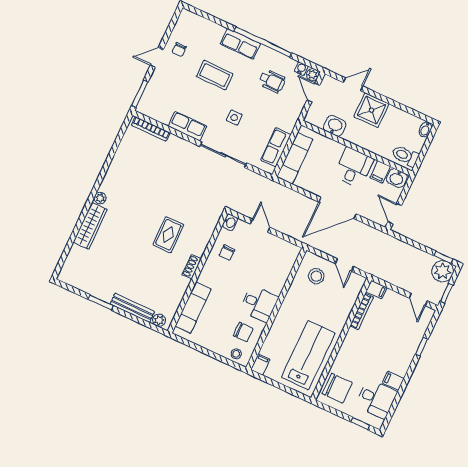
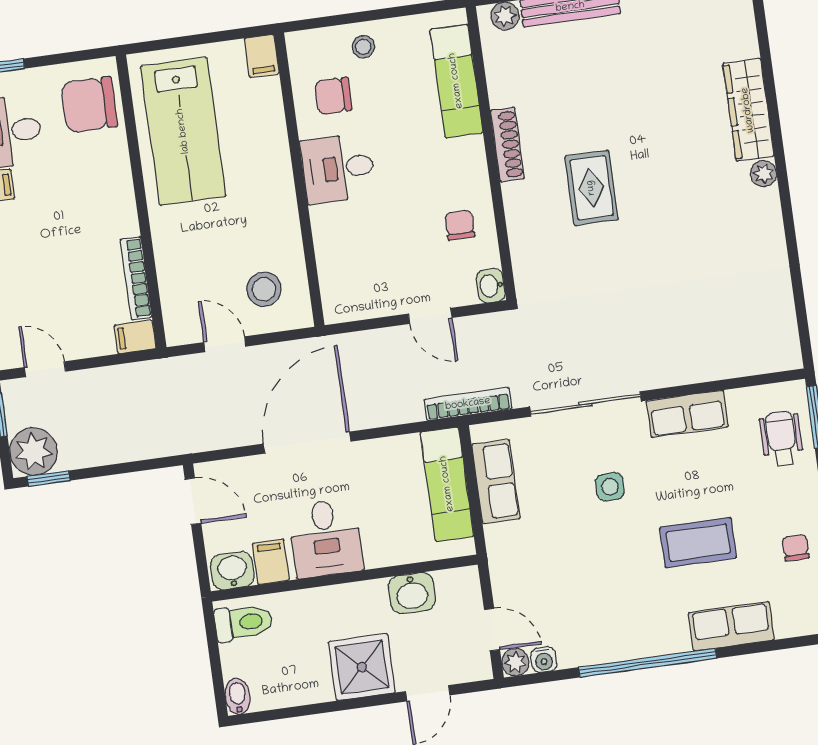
row of seats: (240, 44) -> (731, 626), moved
wheelchair: (272, 81) -> (781, 439), moved, turned 90
bookcase: (151, 129) -> (468, 404), moved
shoe rack: (192, 267) -> (507, 145), width x1.43
stool: (236, 354) -> (363, 47), moved

